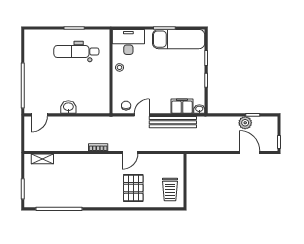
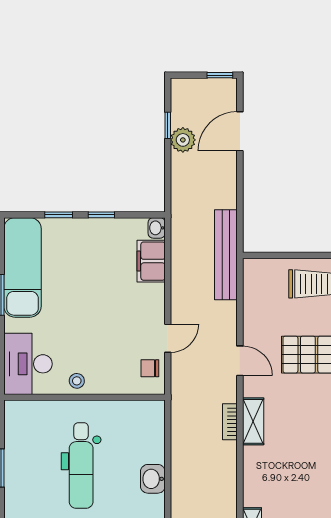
dental chair: (76, 51) -> (81, 466), moved
door: (142, 115) -> (168, 338), swing flipped
bench: (173, 122) -> (226, 255), moved
shelving: (98, 159) -> (253, 421), added

